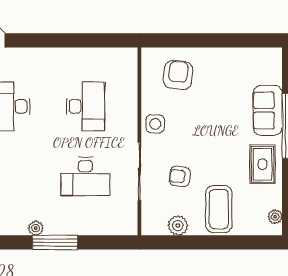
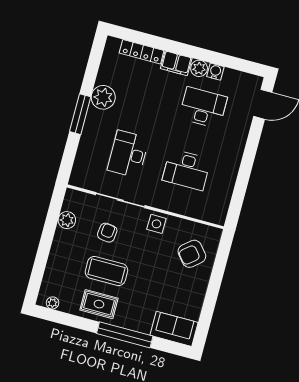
armchair: (178, 75) -> (192, 254), turned 134
sofa: (268, 110) -> (174, 329), moved
coffee table: (219, 209) -> (106, 271), moved
plant: (36, 228) -> (103, 97), width x1.88, depth x1.88

